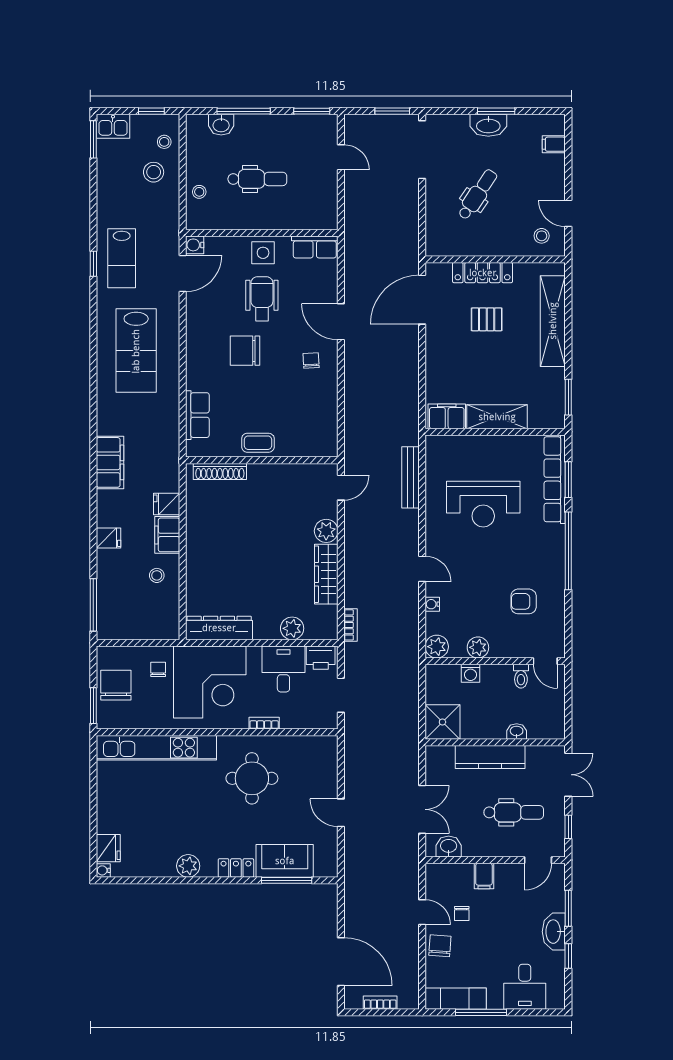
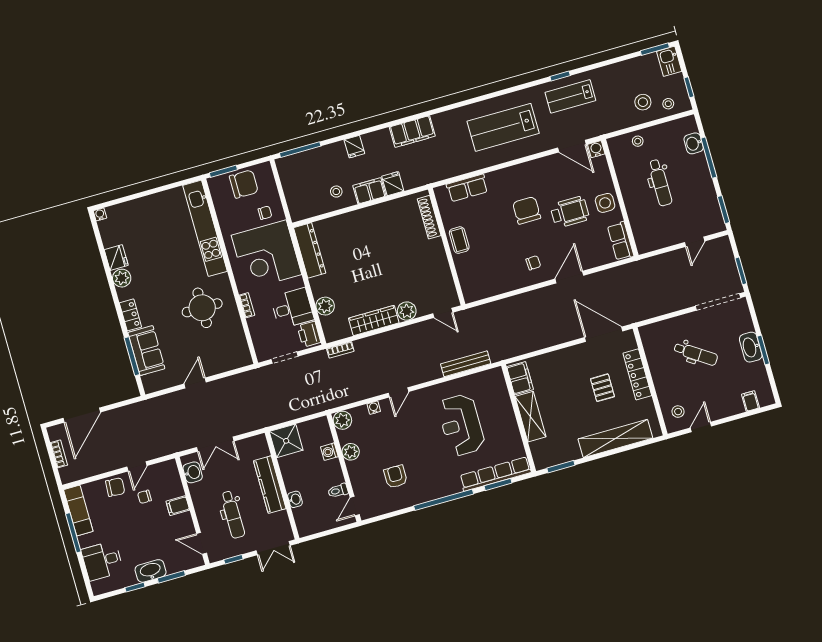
fridge: (108, 848) -> (116, 258), moved, turned -90

